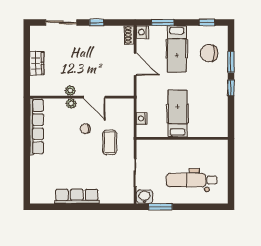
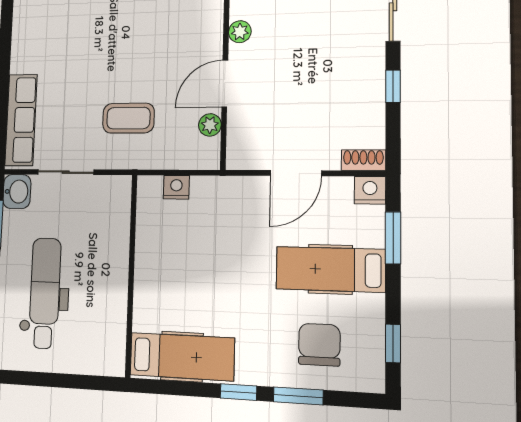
plant: (71, 103) -> (210, 125), moved
hospital bed: (178, 114) -> (182, 357), moved
chair: (85, 129) -> (158, 66), removed
row of seats: (77, 196) -> (21, 120), moved

